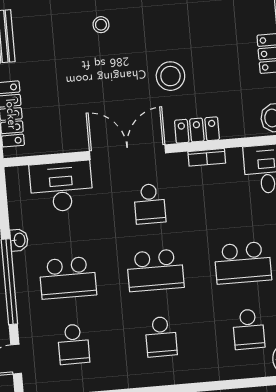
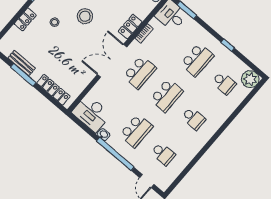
stool: (170, 76) -> (85, 16), moved
desk: (61, 187) -> (91, 113), moved, turned -90
school desk: (150, 204) -> (140, 72), width x1.85

